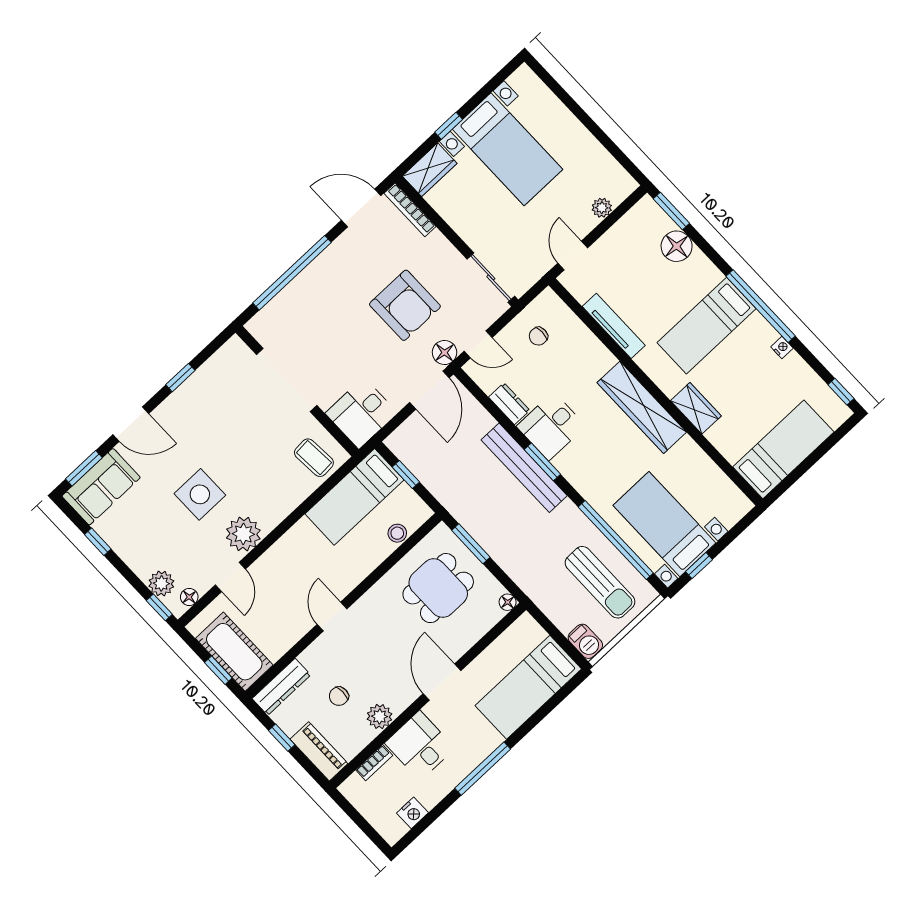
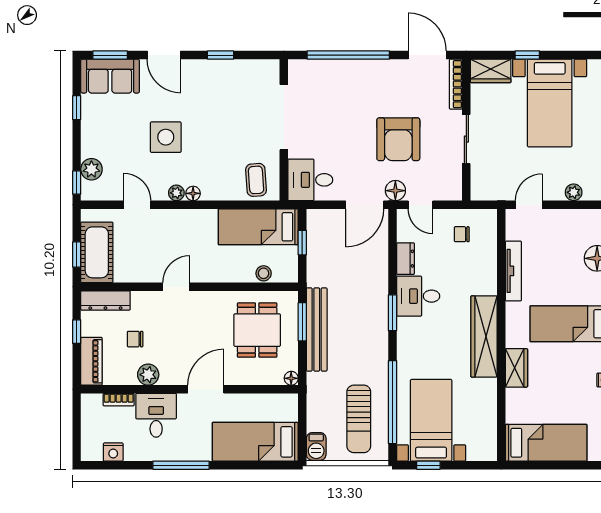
sliding door: (491, 278) -> (466, 139), moved
bench: (524, 468) -> (317, 330), moved
plant: (243, 534) -> (176, 193), width x0.53, depth x0.53
door: (230, 577) -> (137, 205), swing flipped
dining table: (438, 588) -> (257, 330), turned 90
floor lamp: (189, 597) -> (193, 193), moved

